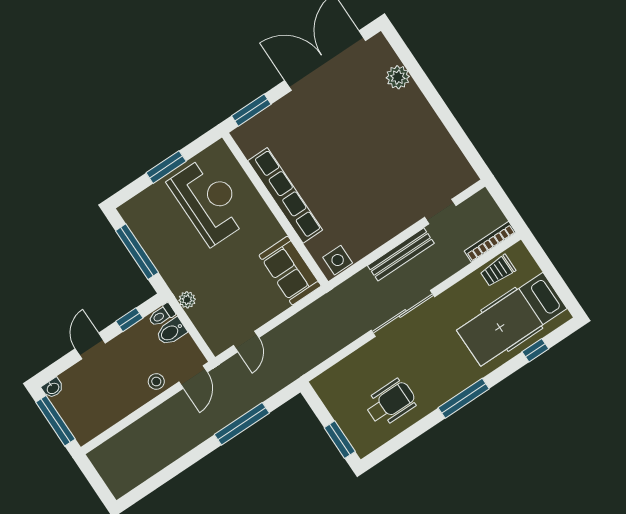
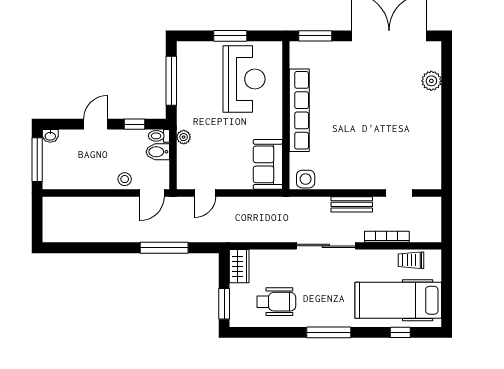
bookcase: (490, 242) -> (387, 237), moved
bench: (401, 254) -> (352, 204), width x0.73
wardrobe: (329, 392) -> (239, 266), added

